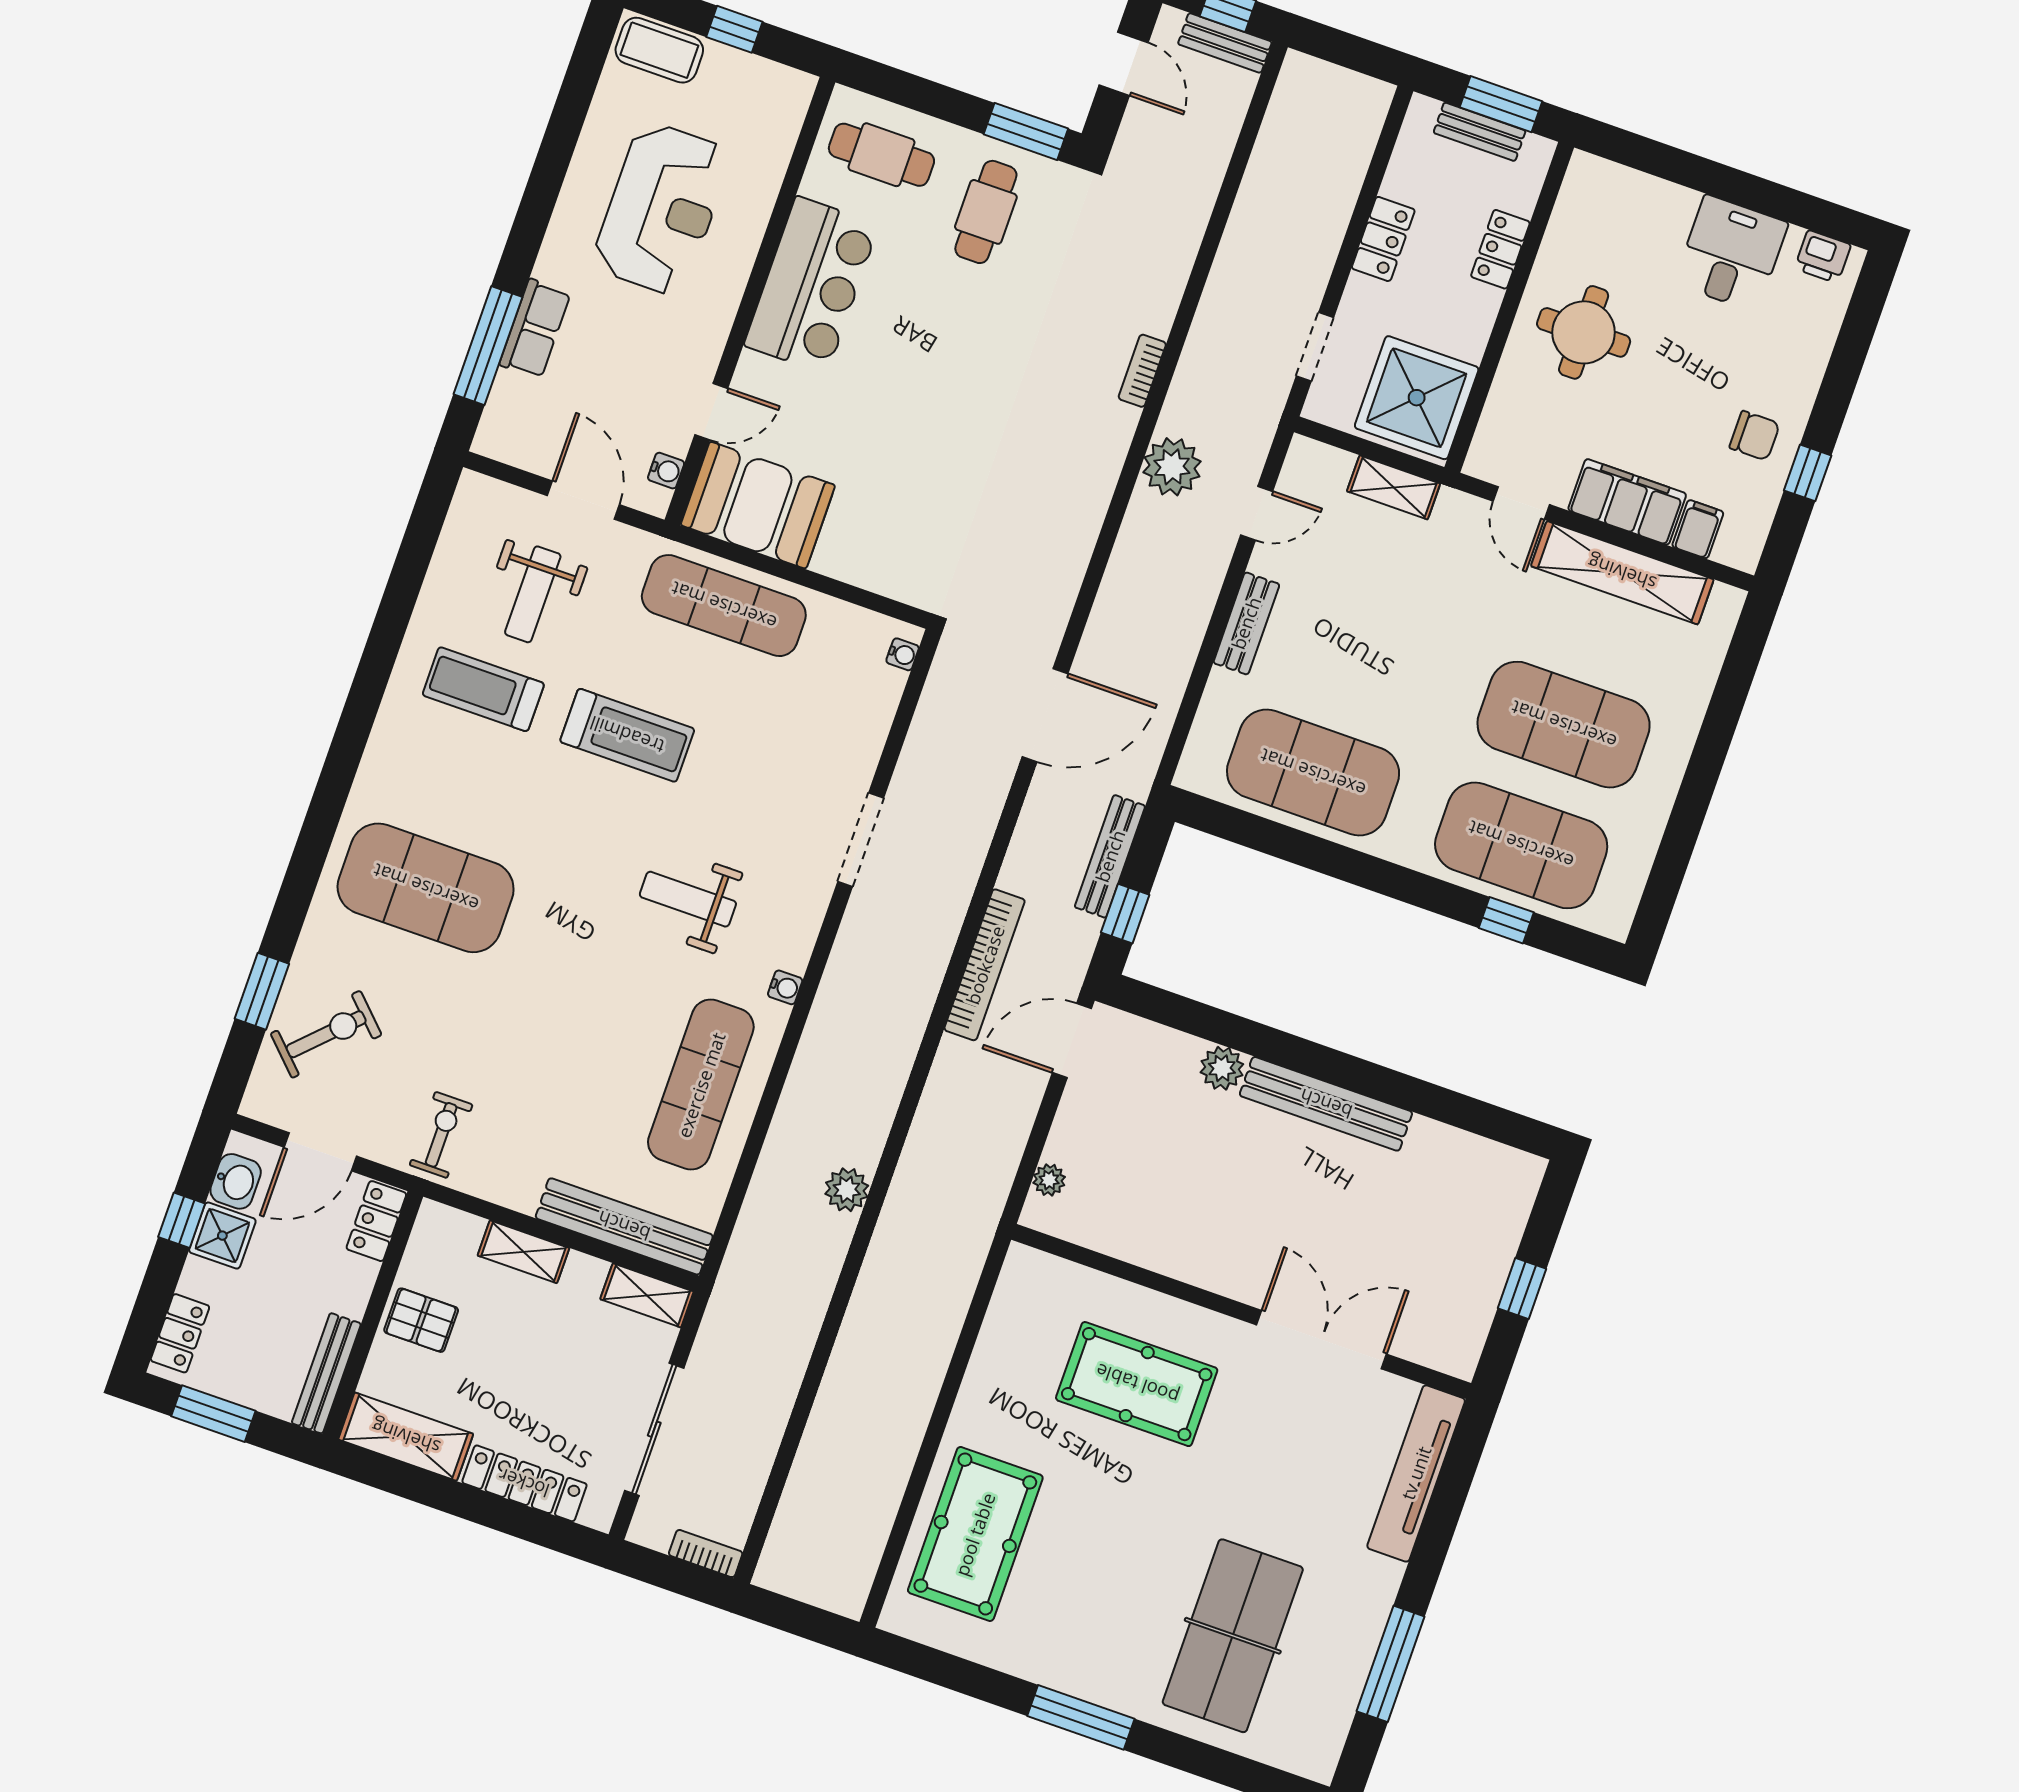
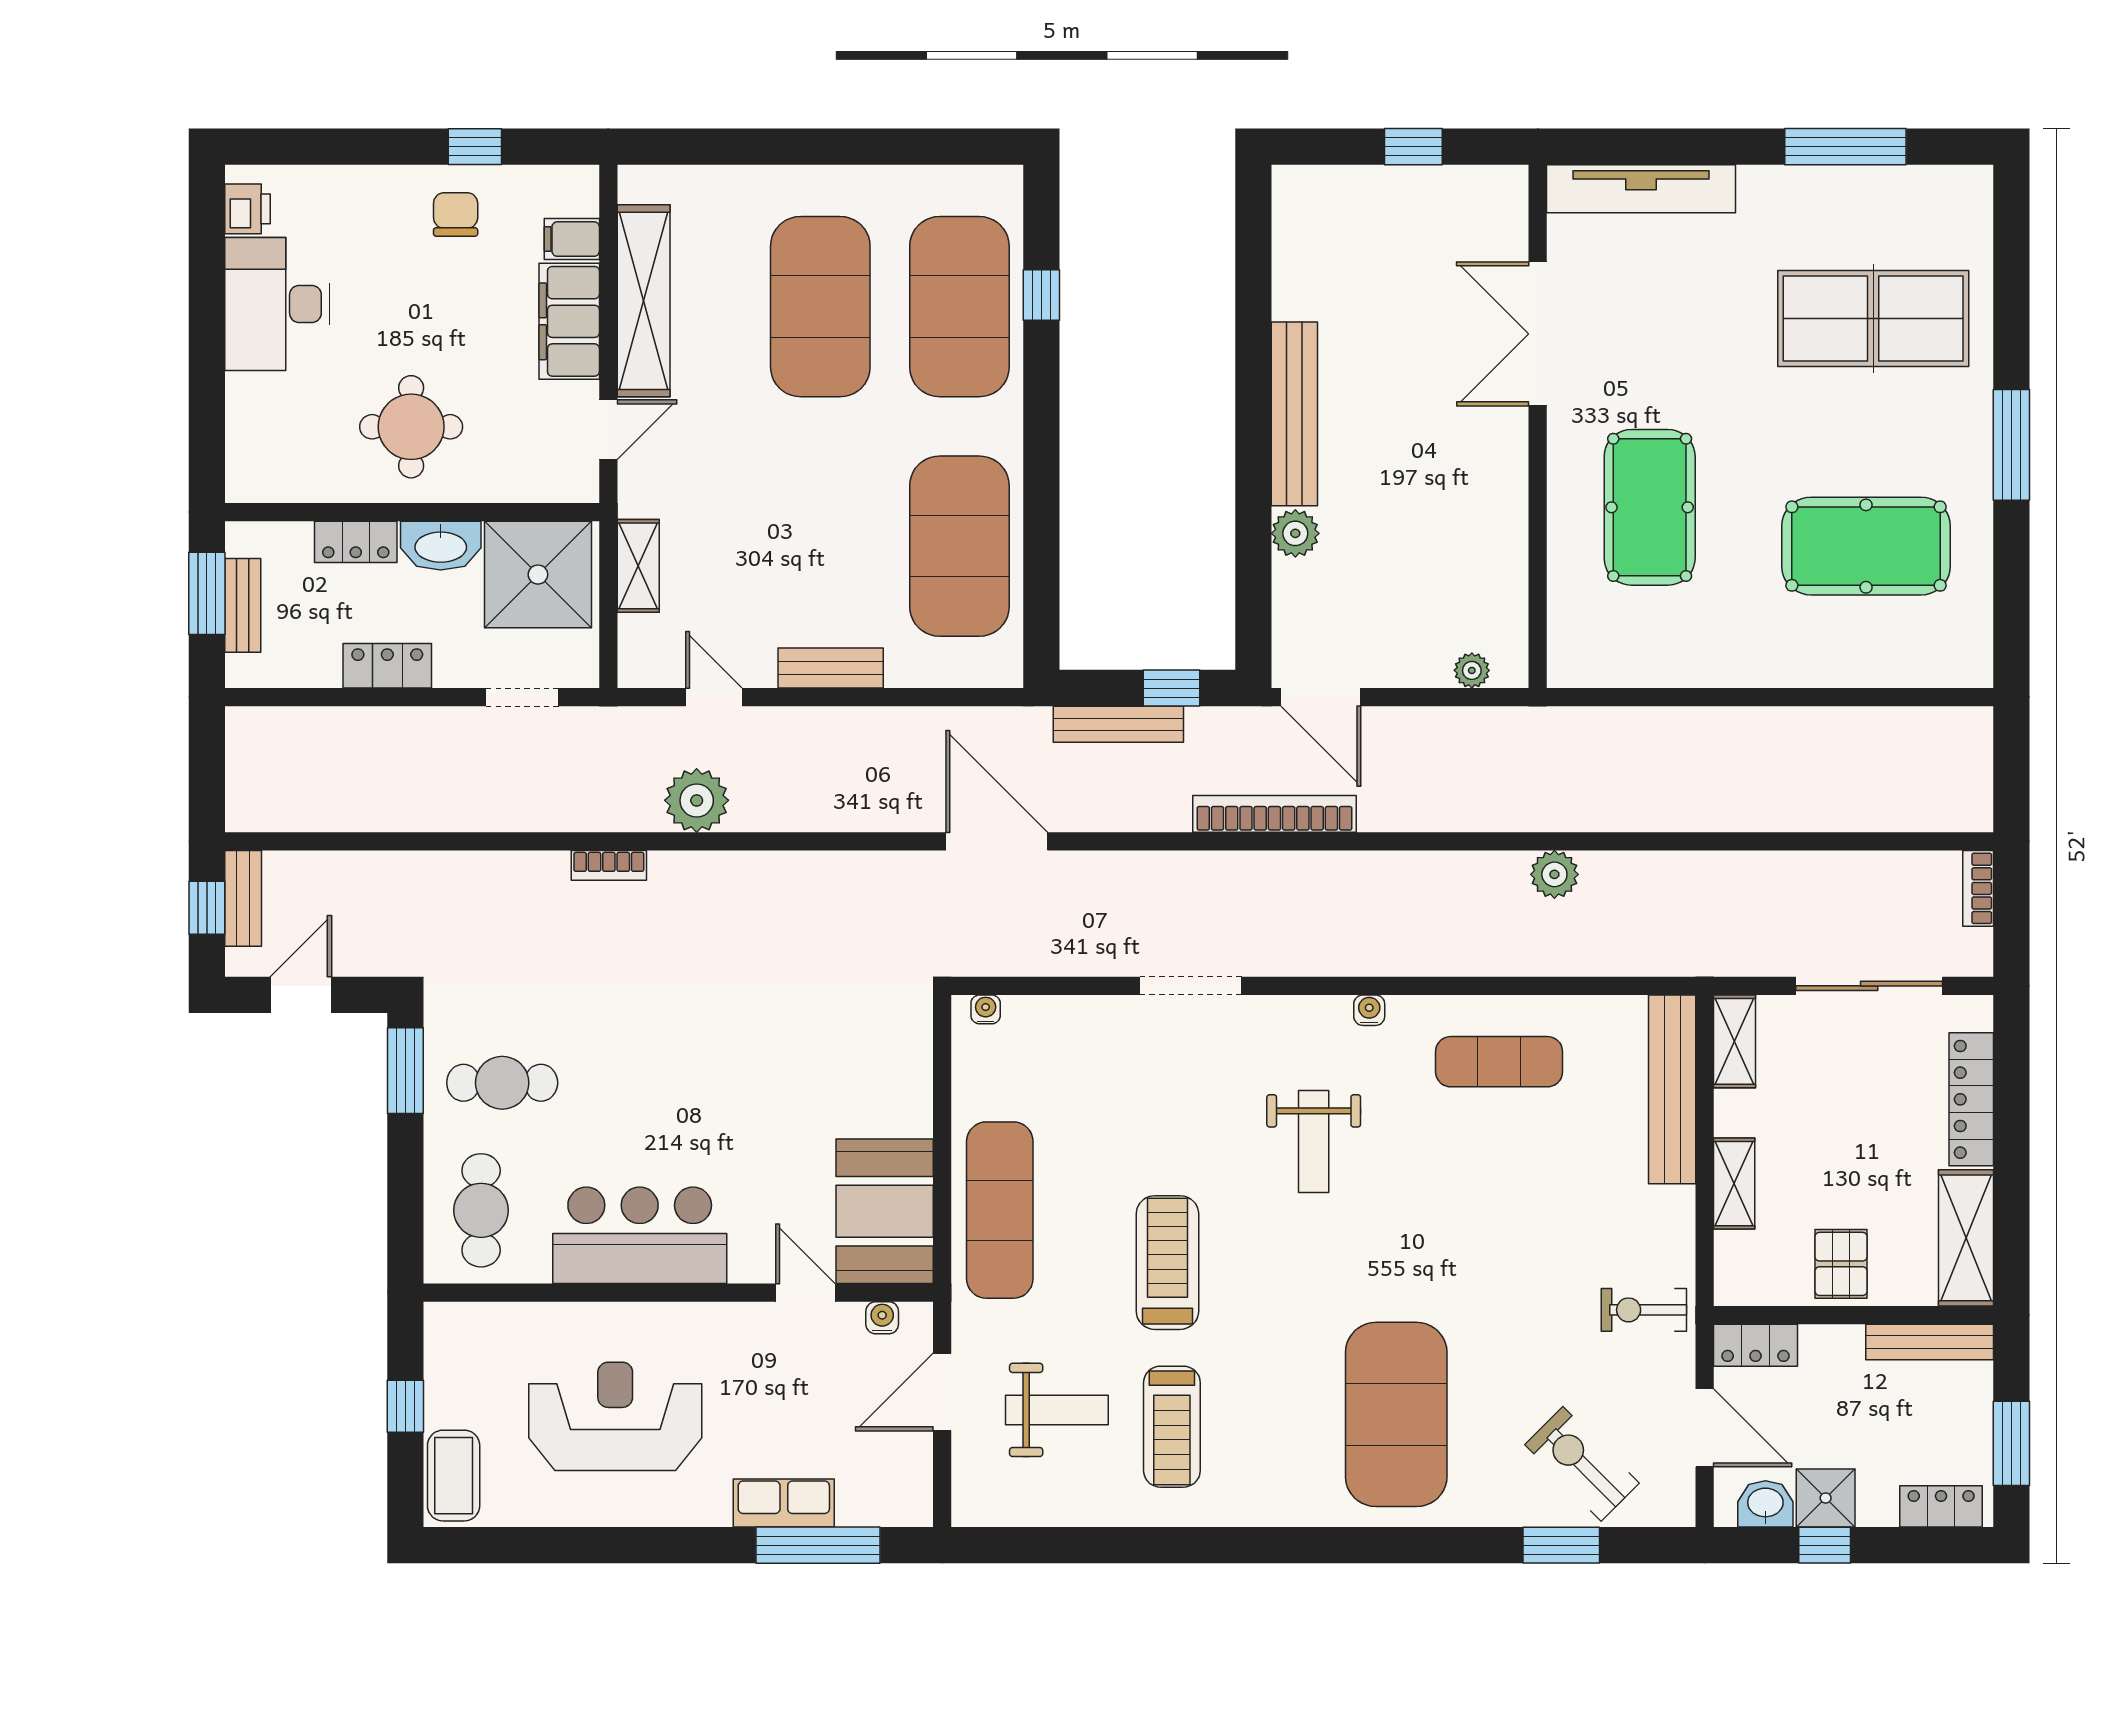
desk: (1731, 253) -> (277, 304), width x1.37
washbasin: (1471, 322) -> (441, 546), added
exercise mat: (701, 1085) -> (1499, 1062), width x0.73, depth x0.69
pool table: (975, 1534) -> (1866, 546), moved

